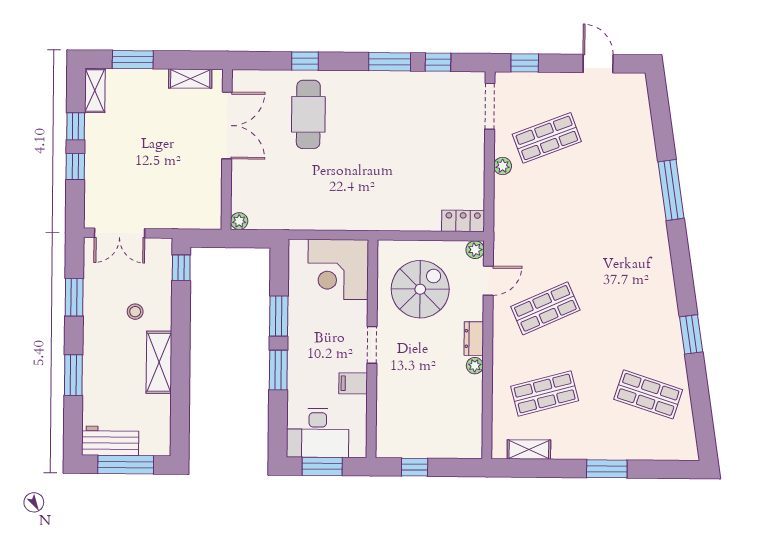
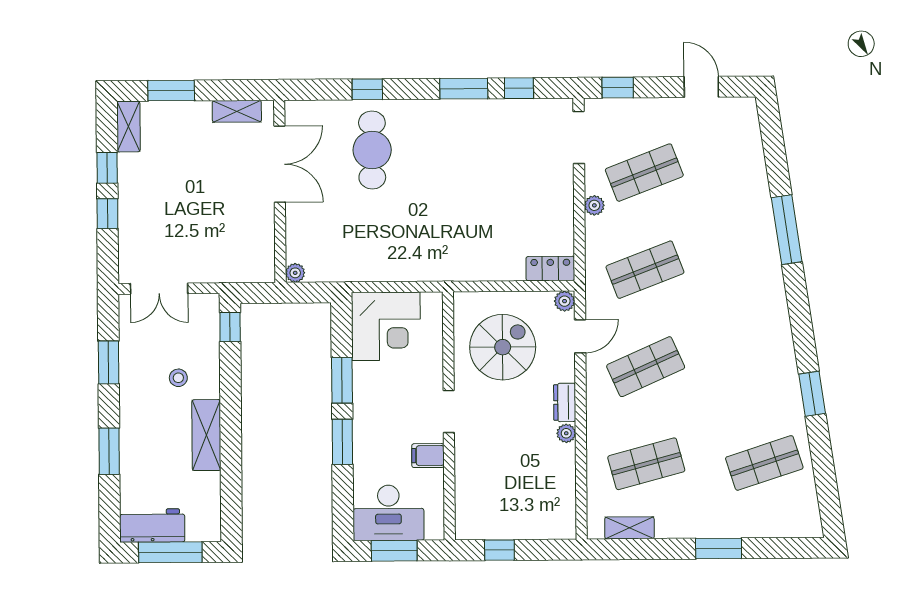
shop shelf: (546, 223) -> (645, 270), added
corner desk: (338, 269) -> (386, 326), moved, turned -90
shop shelf: (648, 394) -> (764, 463), turned -36

